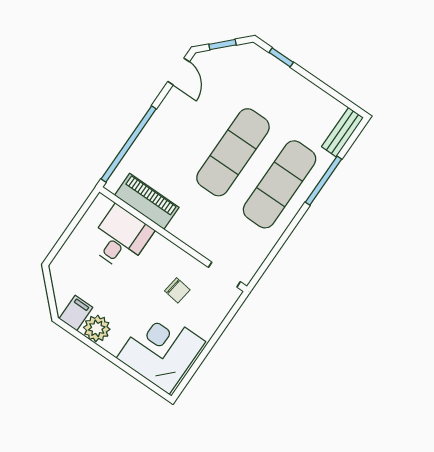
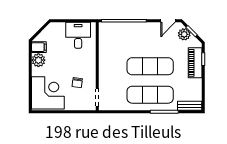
plant: (219, 60) -> (184, 34), added
piano: (147, 201) -> (195, 63), moved, turned 180
desk: (121, 238) -> (78, 35), moved, turned -90

